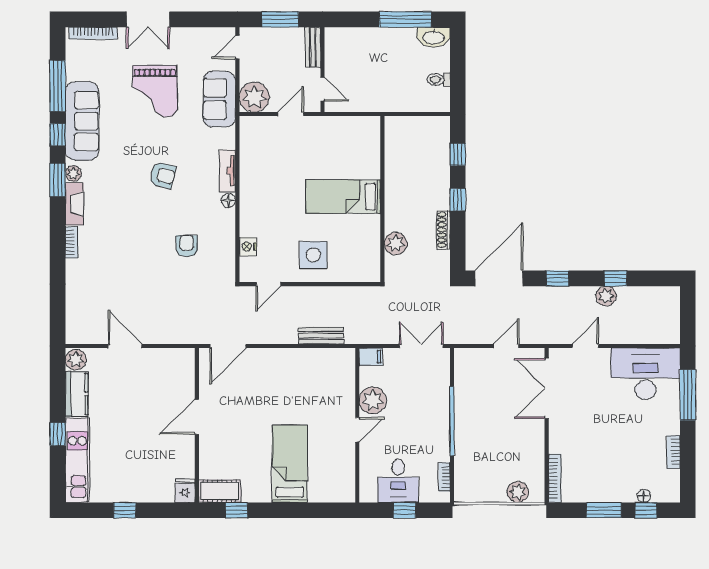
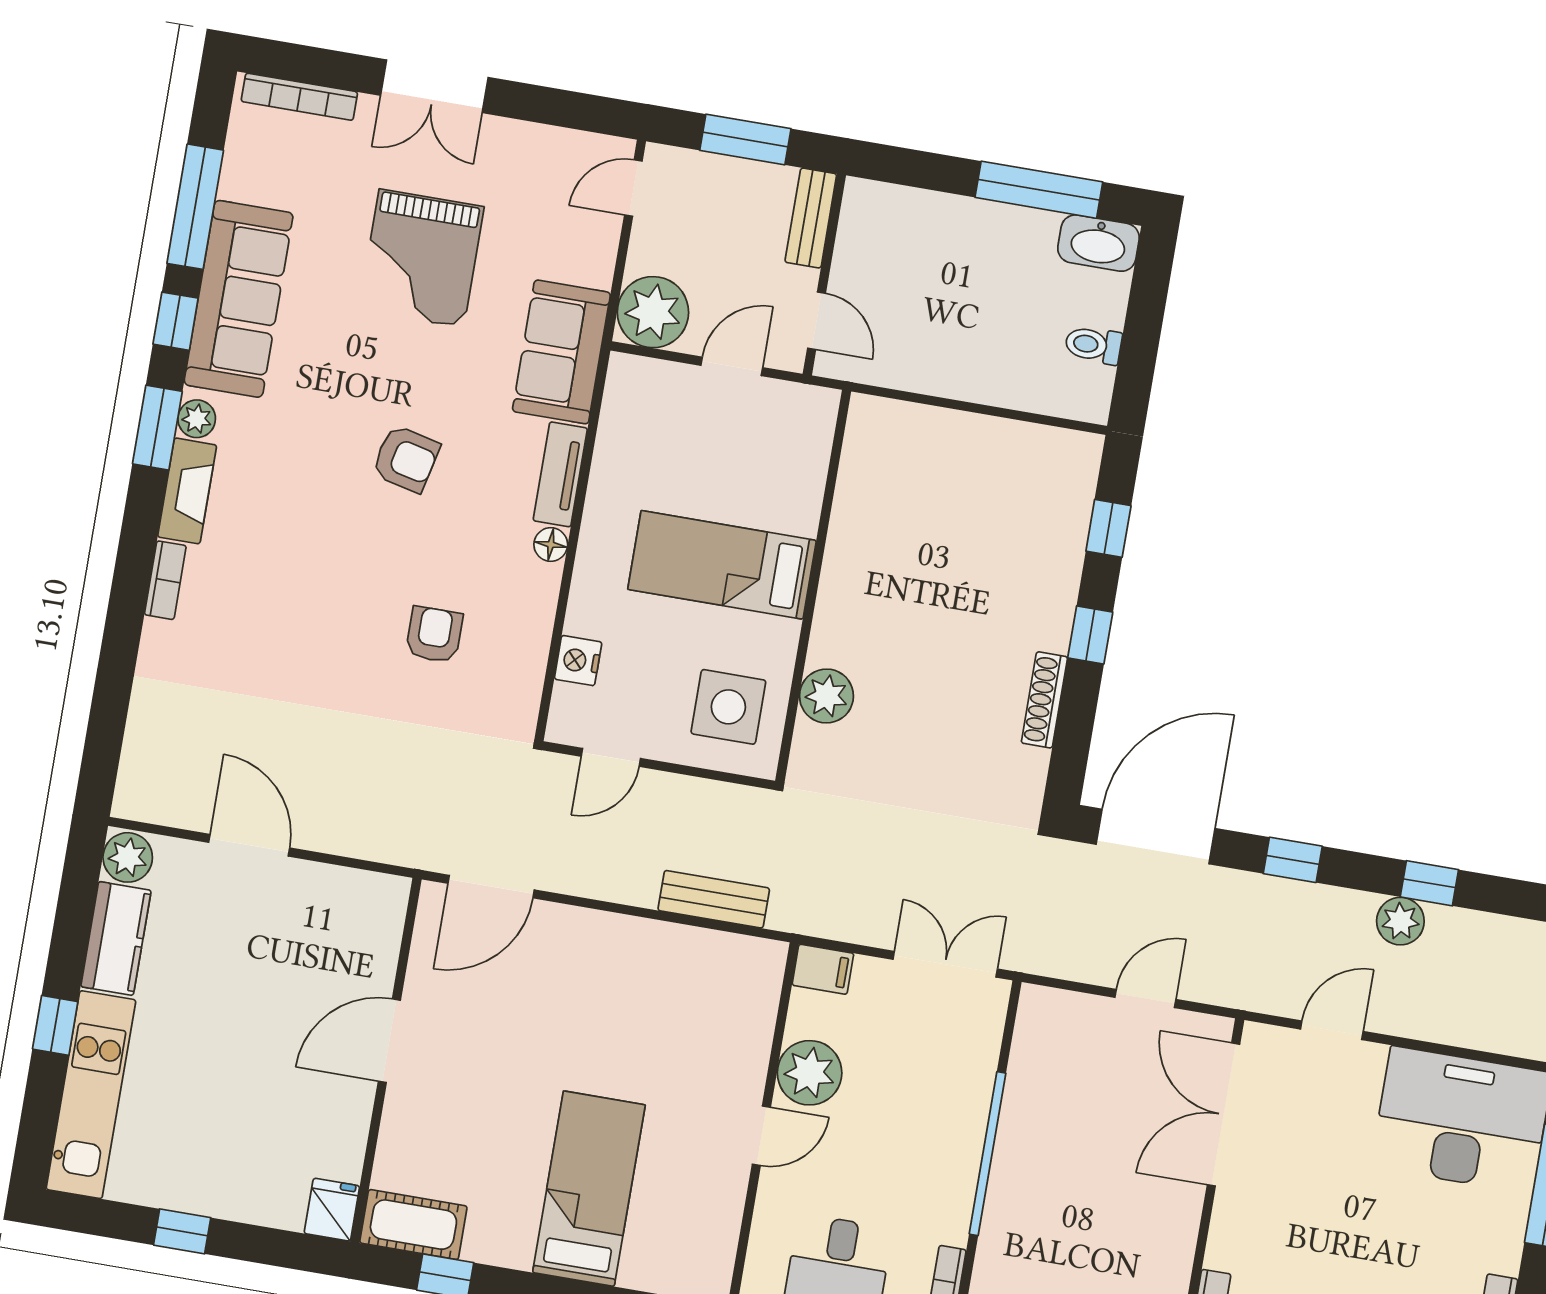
sofa: (219, 99) -> (561, 352), moved
bed: (343, 197) -> (722, 565), moved
wall: (382, 199) -> (813, 586), moved
plant: (396, 244) -> (826, 696), moved

